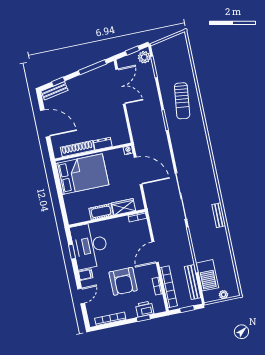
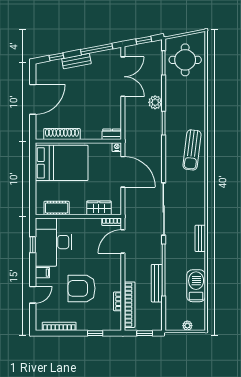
plant: (144, 57) -> (155, 102), moved
round table: (172, 60) -> (185, 60), added
bench: (55, 91) -> (76, 61), moved
sun lounger: (182, 101) -> (192, 150), moved
door: (45, 123) -> (33, 99), hinge flipped
dresser: (103, 144) -> (112, 134), moved
cot: (101, 212) -> (57, 208), moved
door: (155, 252) -> (123, 241), moved
barbecue: (207, 275) -> (196, 286), moved, turned 180
armchair: (123, 281) -> (82, 288), turned 90
bench: (193, 282) -> (157, 283), moved
printer: (145, 309) -> (99, 323), removed

